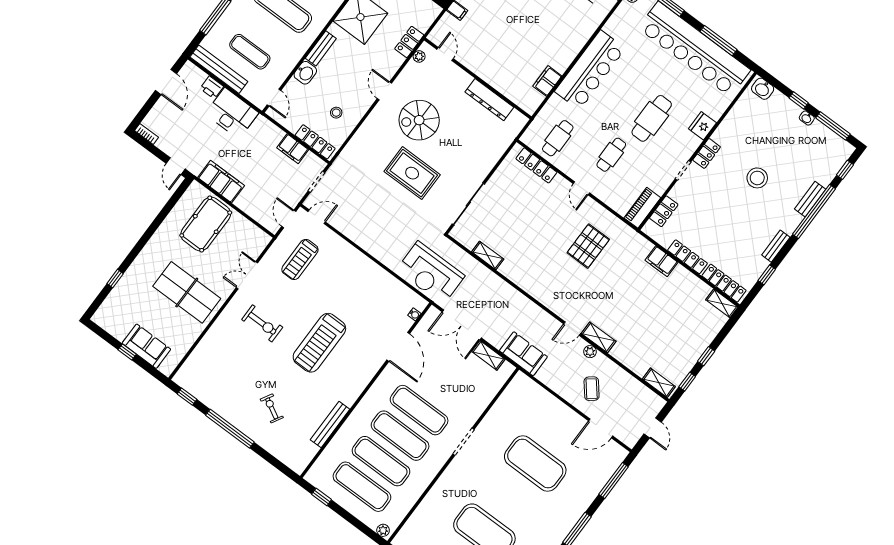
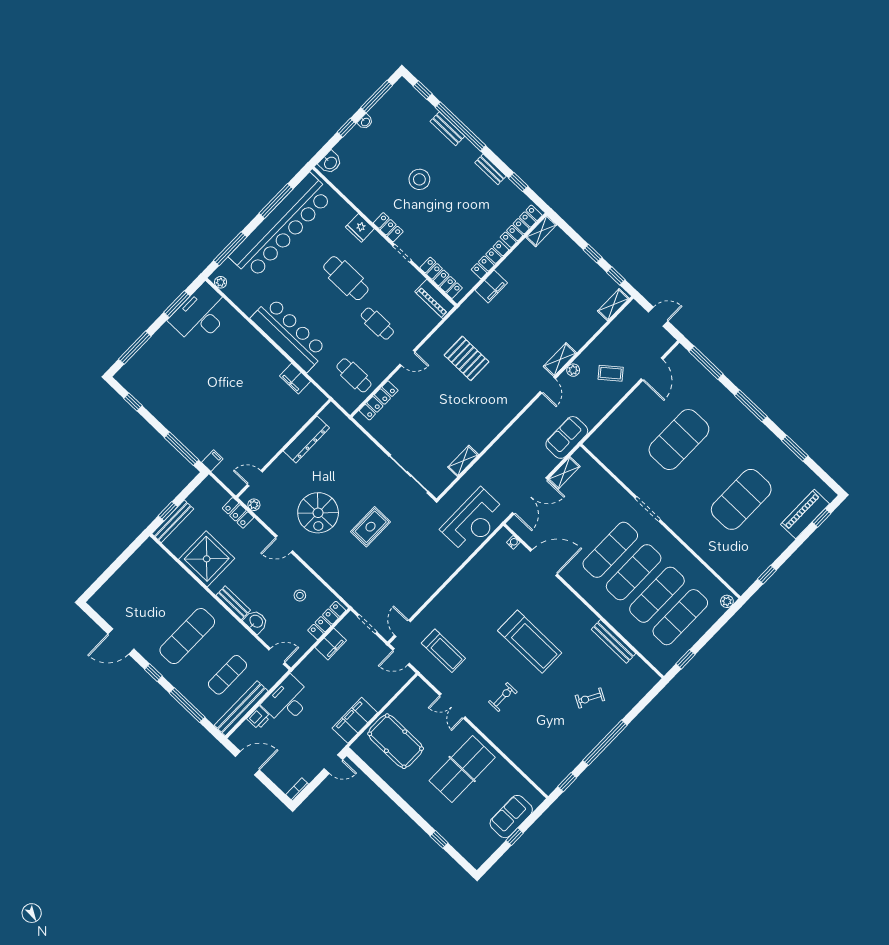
rug: (412, 173) -> (371, 527), width x0.73, depth x0.70
locker: (664, 211) -> (441, 278), width x1.53
exercise bike: (262, 323) -> (503, 697), width x0.73, depth x0.72

